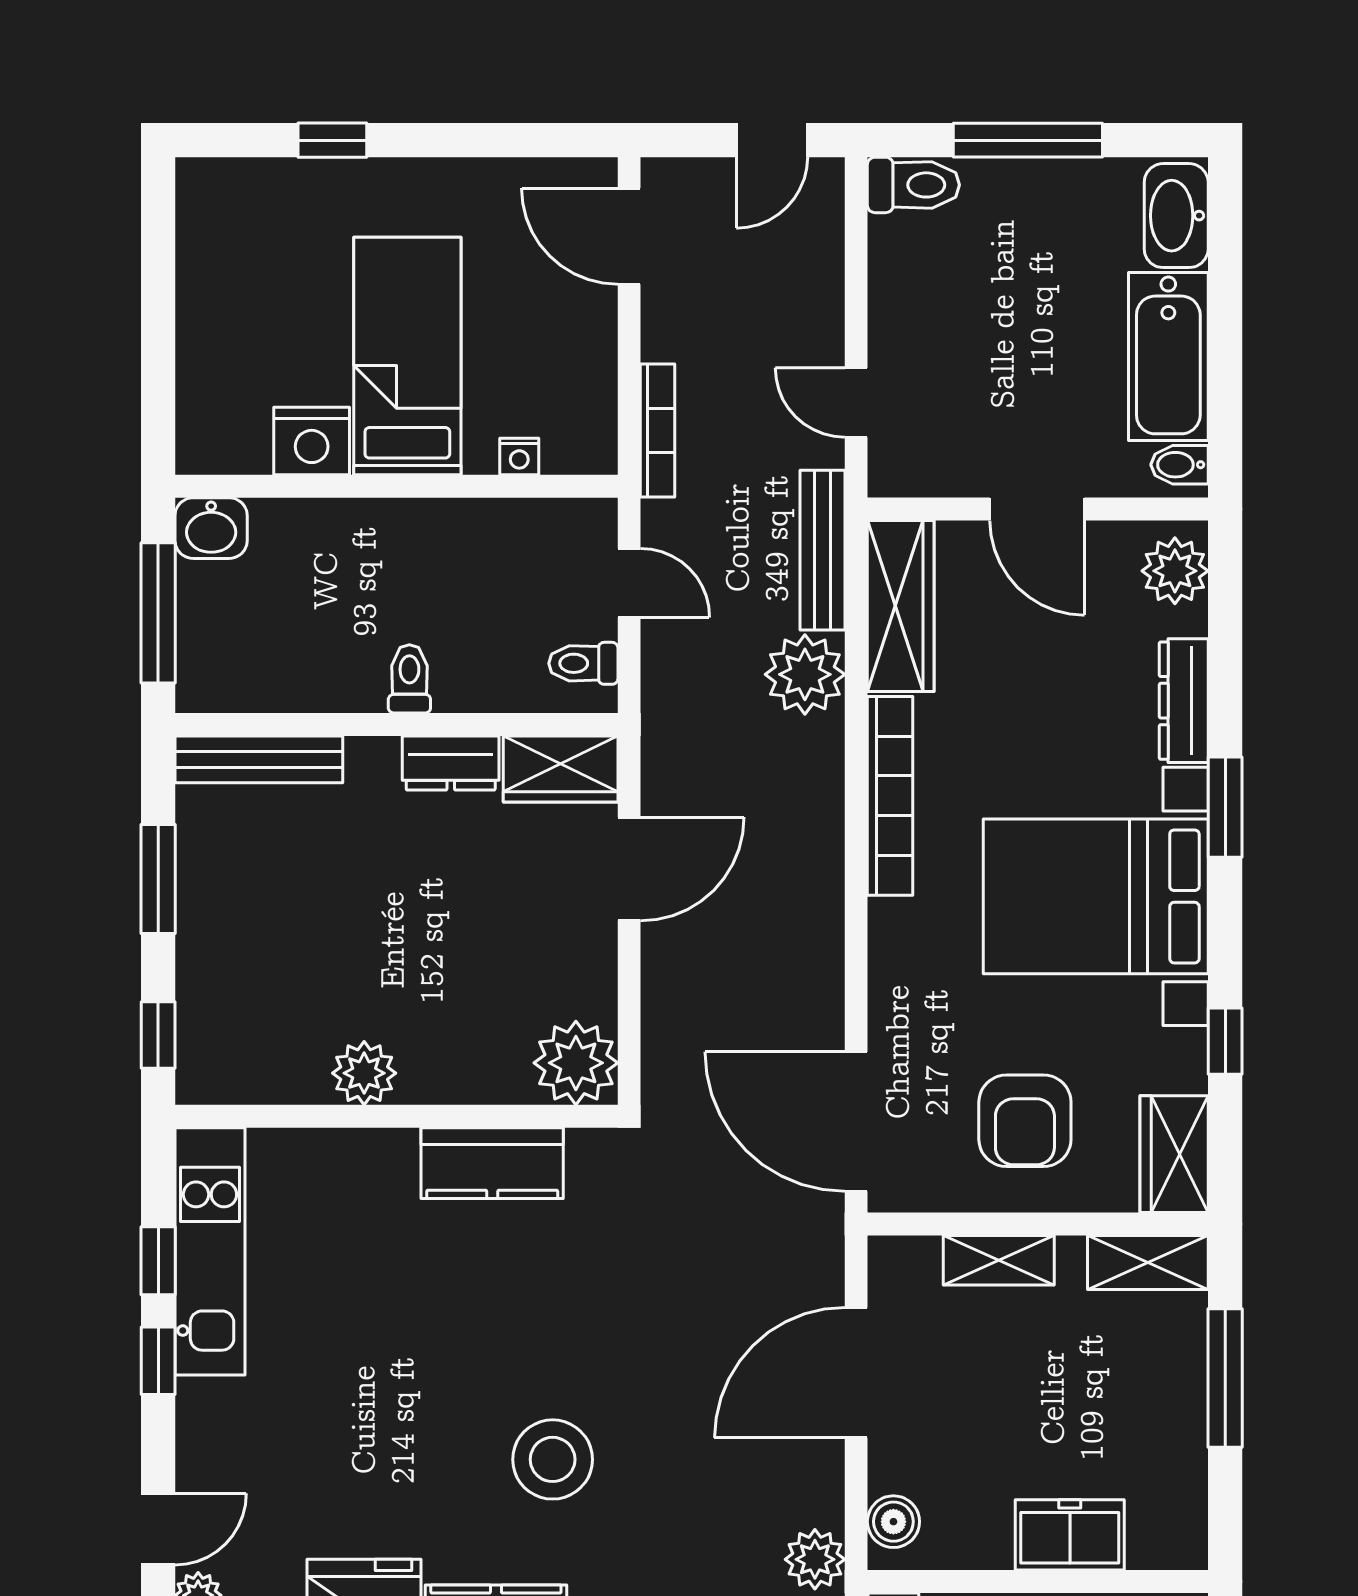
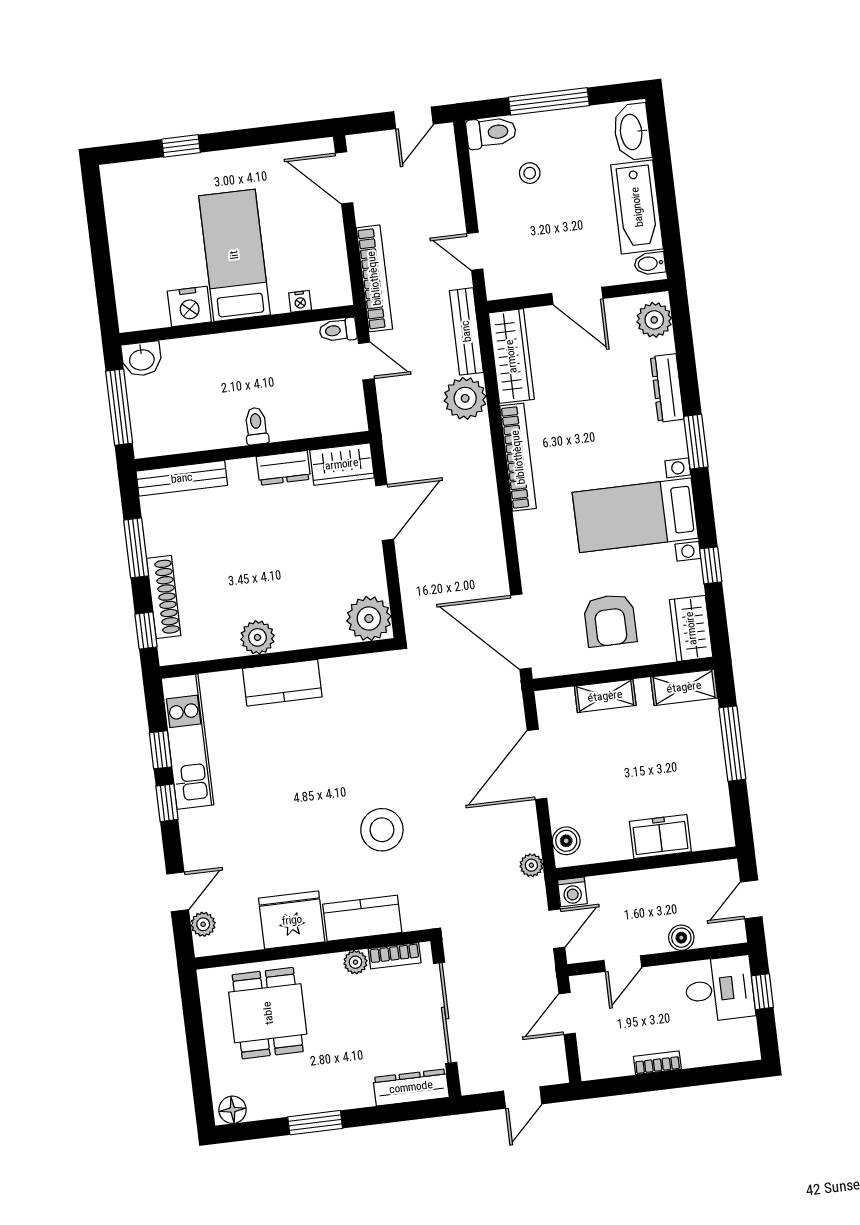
stool: (976, 269) -> (530, 173), added
bookcase: (658, 431) -> (374, 278), width x1.48, depth x1.31
toilet: (583, 663) -> (338, 330), moved
bed with nightstands: (1096, 896) -> (635, 515), width x0.73
shoe rack: (199, 977) -> (164, 597), added
kitchen counter: (492, 1163) -> (282, 683), moved
plant: (815, 1559) -> (531, 865), width x0.73, depth x0.73

